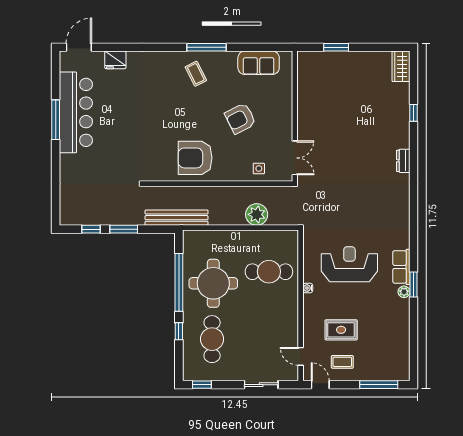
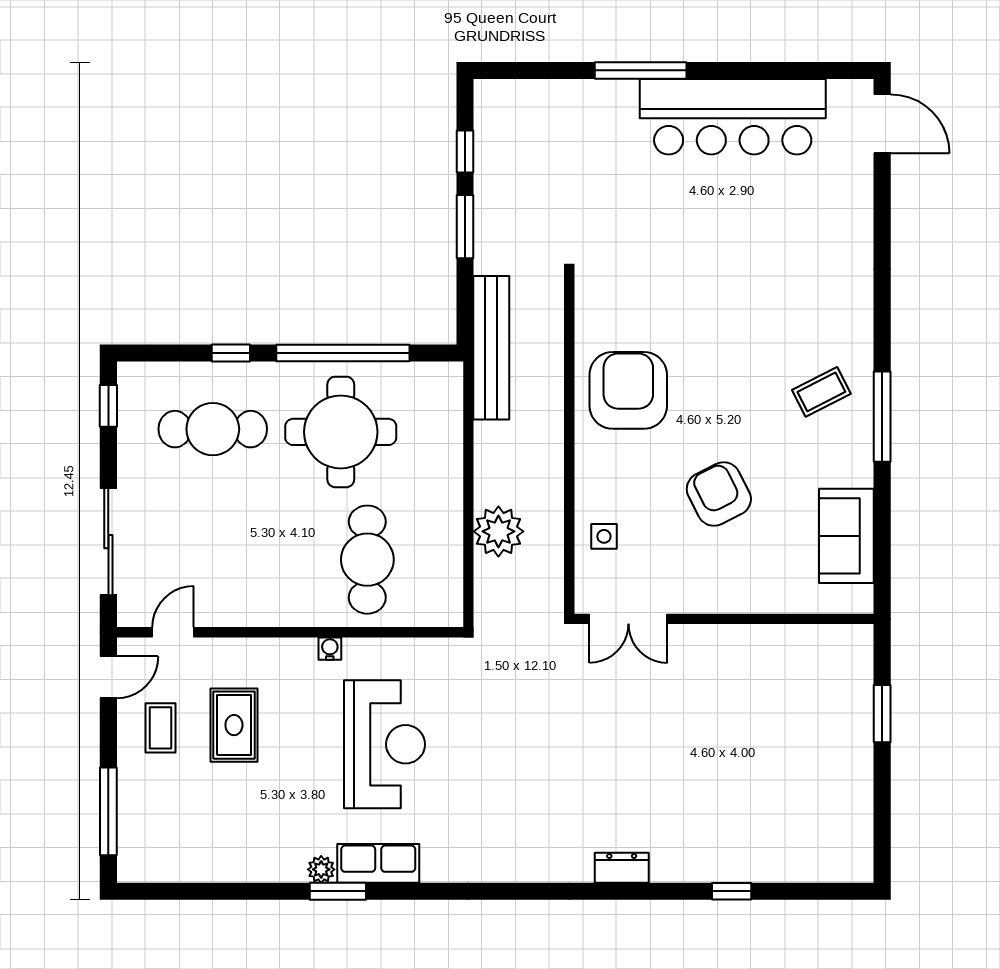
fridge: (115, 60) -> (853, 207), removed
wardrobe: (401, 66) -> (838, 862), removed
window: (56, 120) -> (641, 70), moved
sliding door: (261, 385) -> (108, 542), width x1.37

